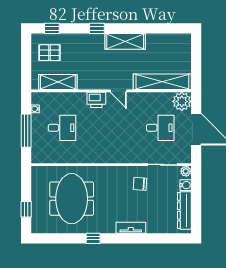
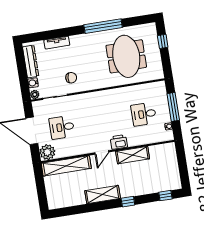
pallet: (49, 53) -> (164, 175), removed
shelving: (58, 82) -> (133, 155), moved
door: (118, 91) -> (102, 152), swing flipped
tv unit: (131, 228) -> (57, 43), moved
window: (93, 238) -> (103, 26), width x3.17

